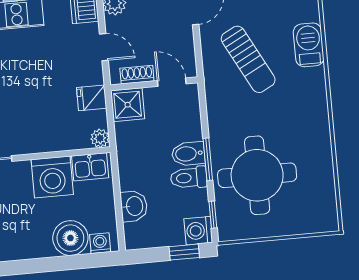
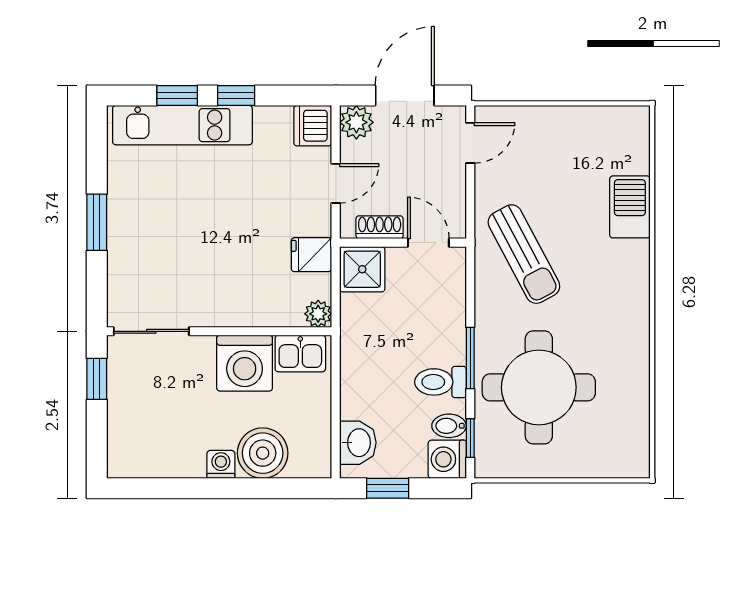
door: (104, 47) -> (336, 183), hinge flipped
sun lounger: (248, 59) -> (524, 254), moved
bidet: (188, 154) -> (449, 426), moved, width x0.72, depth x0.74
washbasin: (134, 206) -> (358, 443), moved
washing machine: (100, 243) -> (221, 464), moved
window: (184, 252) -> (388, 488), moved

